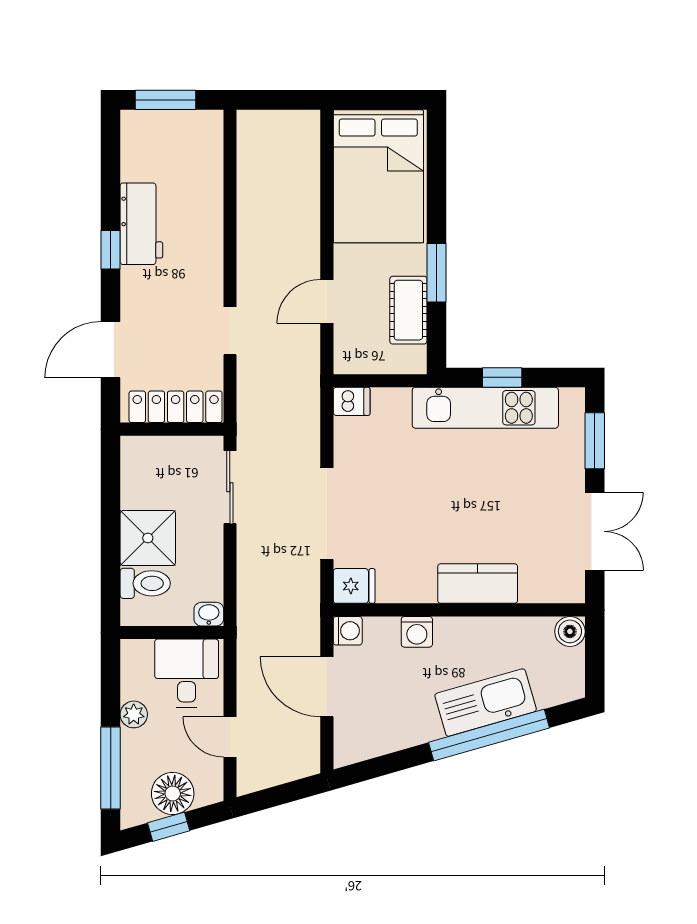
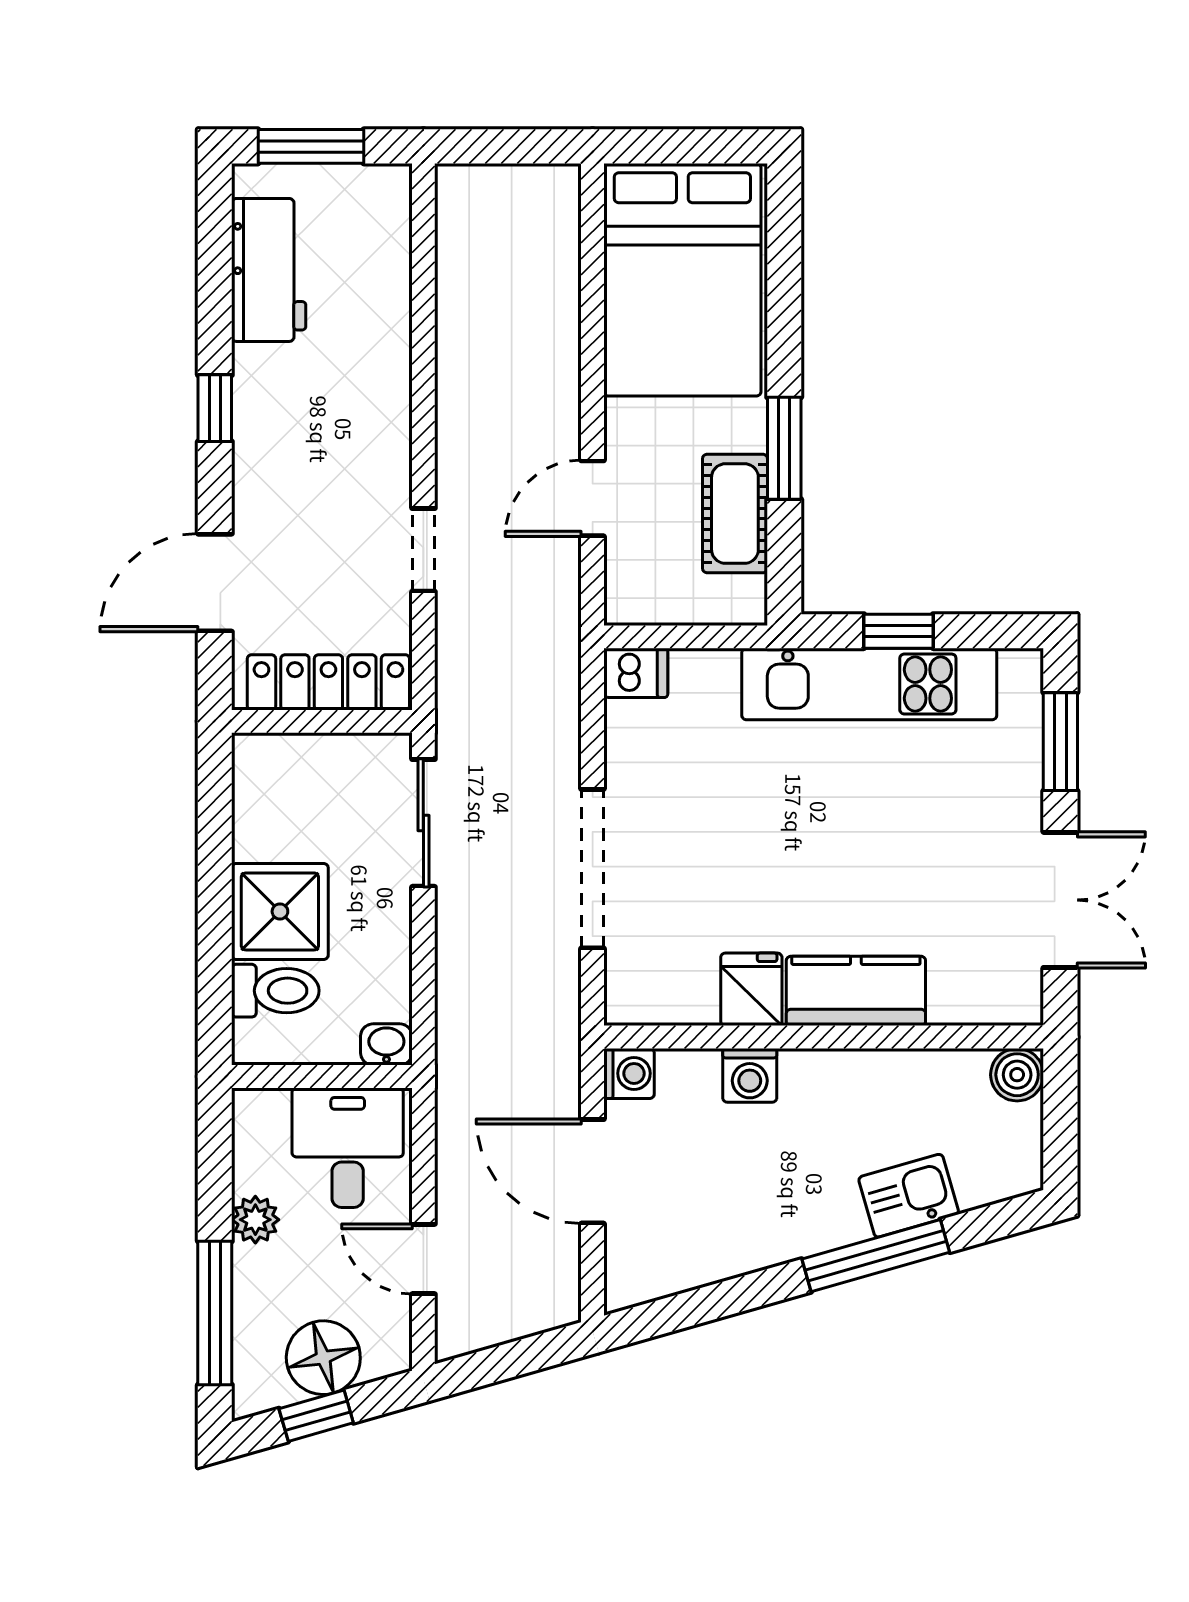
workbench: (141, 224) -> (269, 270), moved
fridge: (354, 586) -> (751, 989), moved, turned -90
kitchen sink: (486, 703) -> (909, 1196), width x0.53, depth x0.81
window: (489, 735) -> (876, 1256), width x0.68

